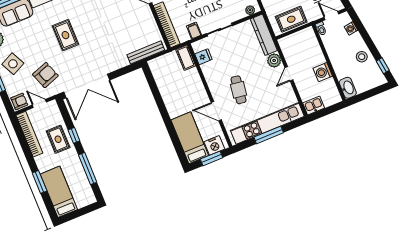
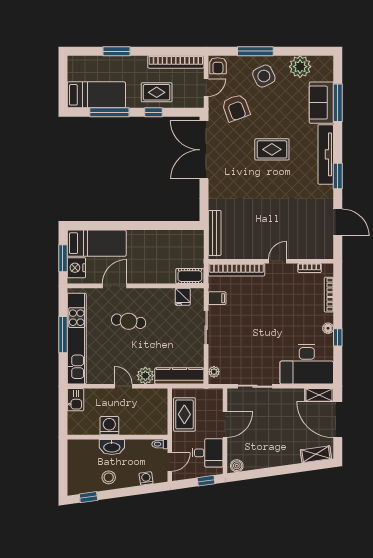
washbasin: (348, 88) -> (112, 447), moved
bed: (59, 192) -> (96, 95), moved

